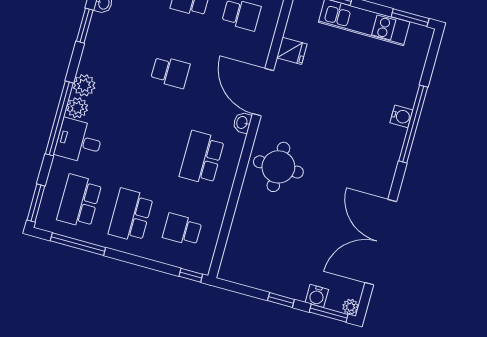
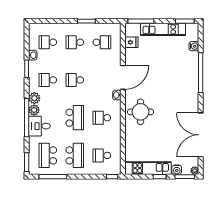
fridge: (292, 51) -> (131, 42), moved
school desk: (119, 58) -> (48, 80), added
school desk: (170, 72) -> (75, 80), turned 180
door: (263, 92) -> (123, 77), swing flipped
water cooler: (401, 116) -> (194, 46), moved
school desk: (151, 144) -> (75, 118), added
school desk: (202, 158) -> (102, 118), width x0.54
school desk: (131, 215) -> (75, 155), turned 180
kitchen unit: (263, 278) -> (148, 168), added

